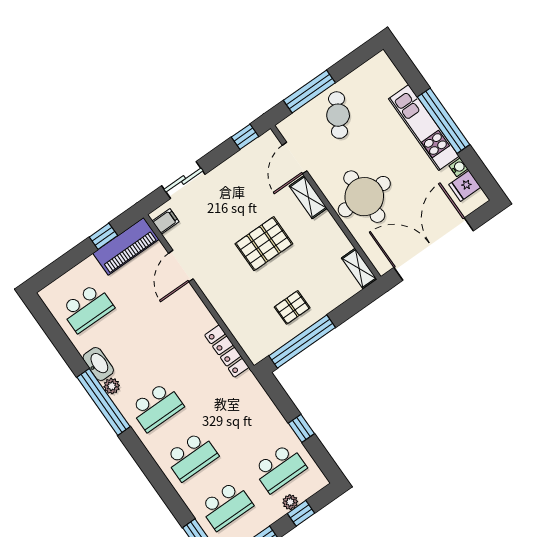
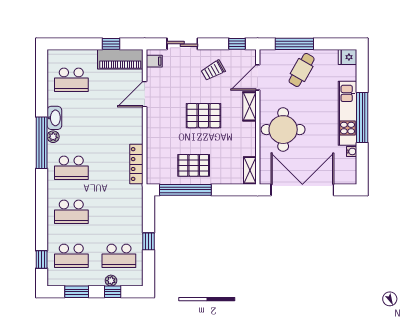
trolley: (239, 185) -> (213, 70), added
fridge: (465, 186) -> (347, 57), moved
pallet: (292, 307) -> (194, 165), width x1.50, depth x1.42

